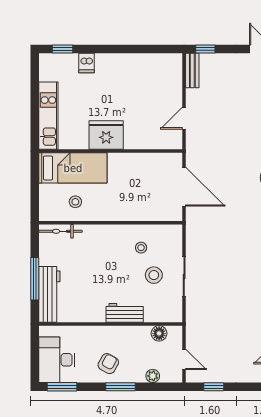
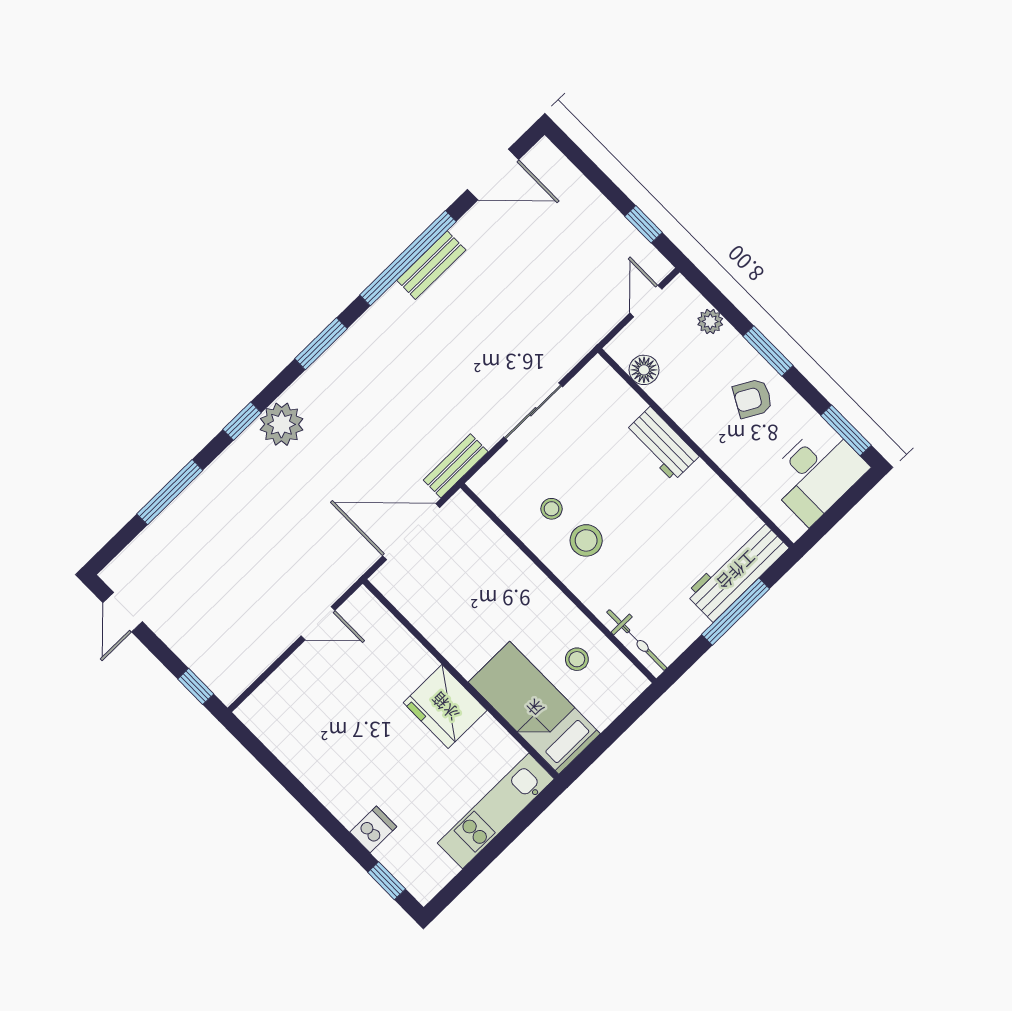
bench: (192, 70) -> (456, 466), moved
door: (184, 187) -> (411, 532), hinge flipped
stool: (154, 275) -> (586, 540), moved

